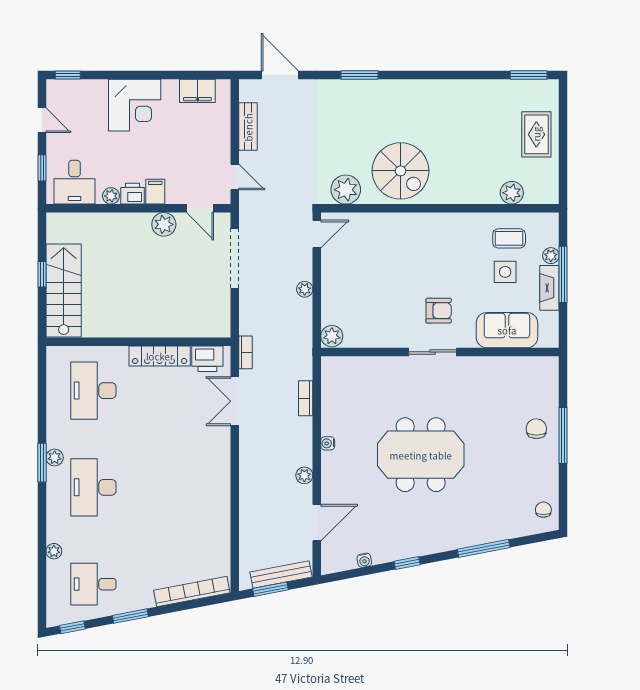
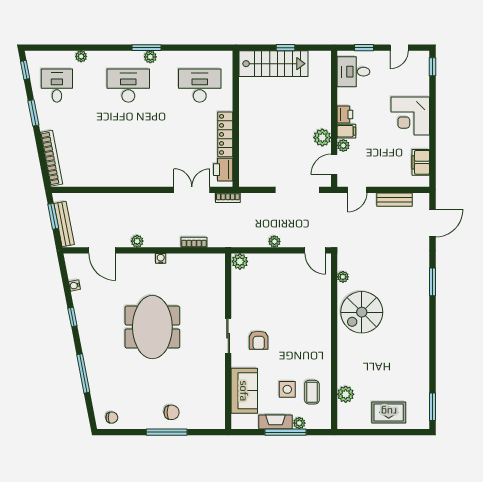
plant: (346, 190) -> (343, 277), width x0.53, depth x0.53
plant: (111, 196) -> (343, 145), moved

